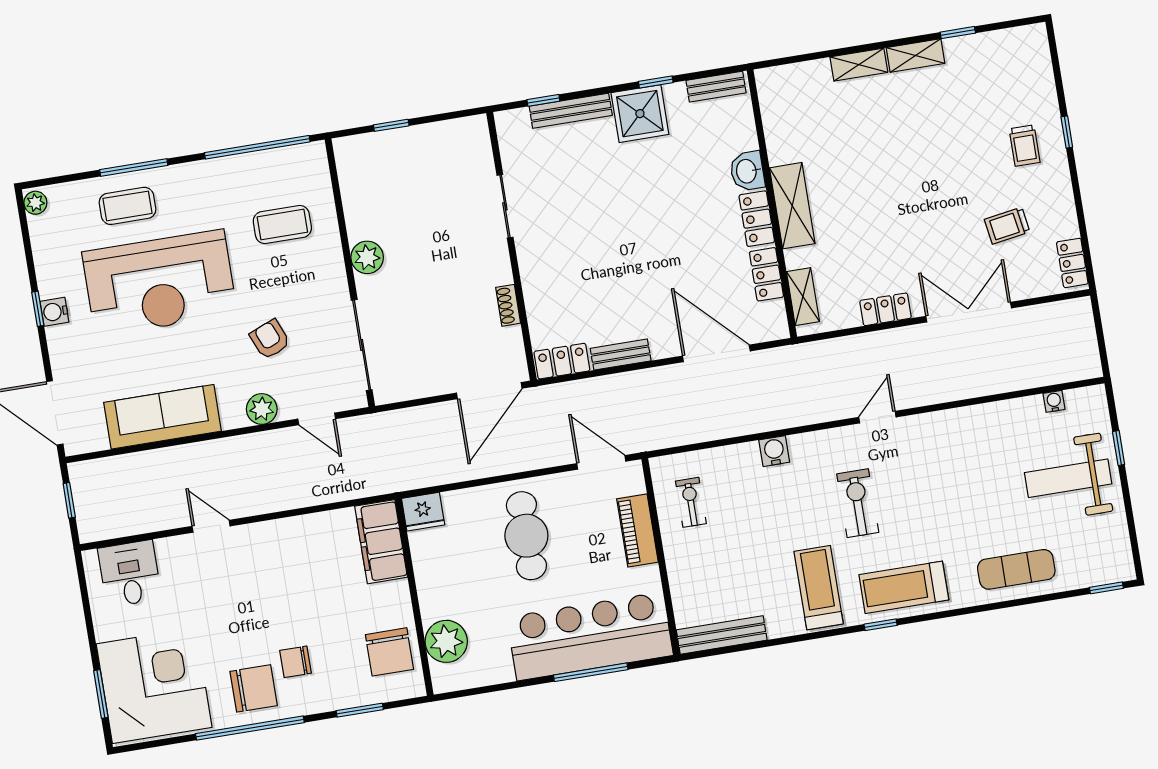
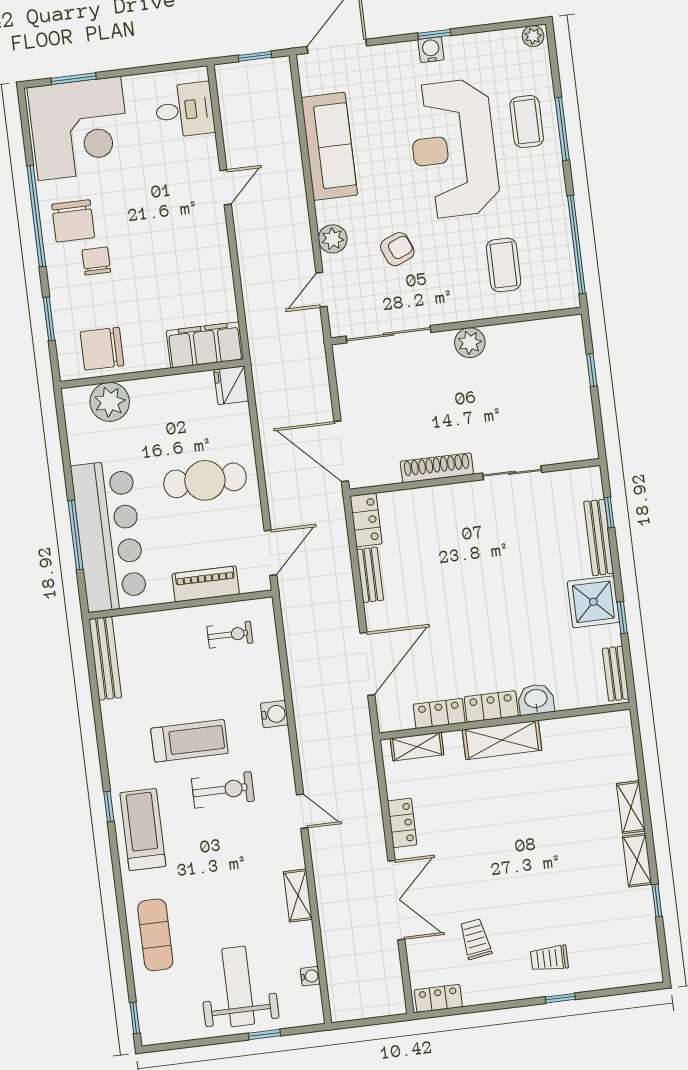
shoe rack: (508, 305) -> (437, 468), width x1.94, depth x1.24
shelving: (968, 418) -> (298, 896), added
treadmill: (819, 588) -> (189, 741), moved

